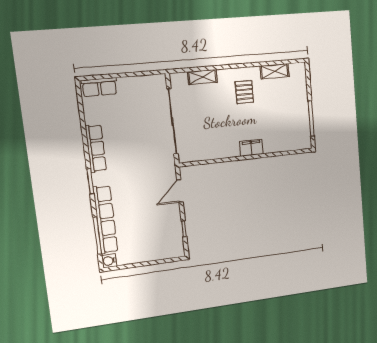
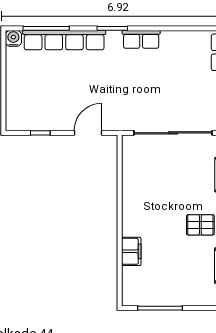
filing cabinet: (251, 148) -> (131, 251), moved
row of seats: (96, 149) -> (141, 39), width x0.68
door: (180, 191) -> (88, 133), hinge flipped

